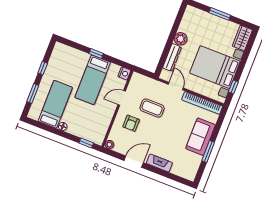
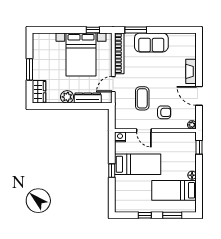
wardrobe: (242, 38) -> (39, 92), moved, turned -90
window: (208, 152) -> (136, 30), moved

